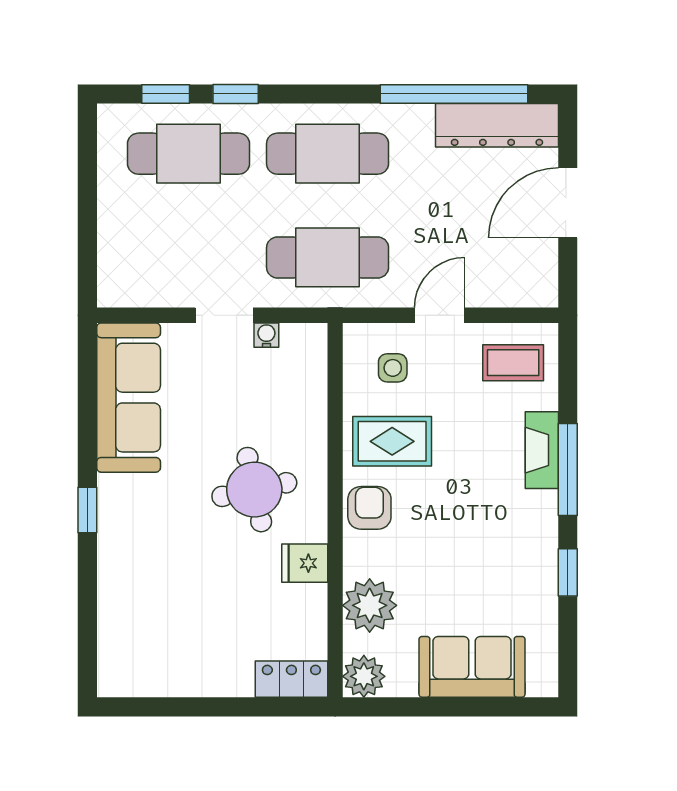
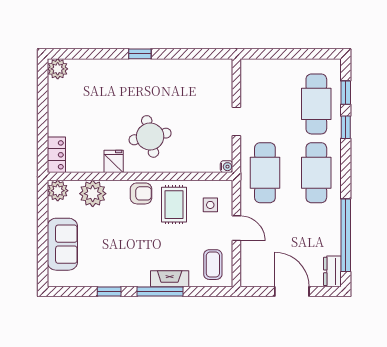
dresser: (497, 125) -> (332, 271), width x0.51, depth x0.80
water cooler: (266, 335) -> (227, 167), moved
sofa: (129, 398) -> (196, 74), removed
plant: (118, 676) -> (58, 69), added

